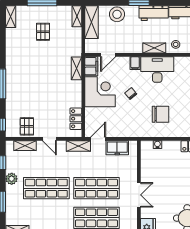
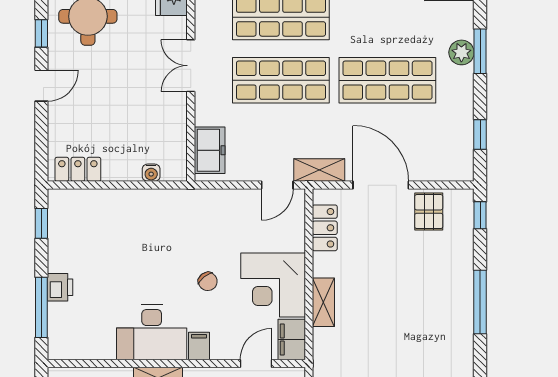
shelving: (76, 68) -> (323, 302), moved
chair: (161, 114) -> (145, 237), removed
door: (49, 139) -> (381, 185), width x1.88
shelving: (25, 146) -> (433, 171), removed
freezer: (117, 148) -> (210, 150), moved, turned 90
plant: (12, 179) -> (461, 52), moved

